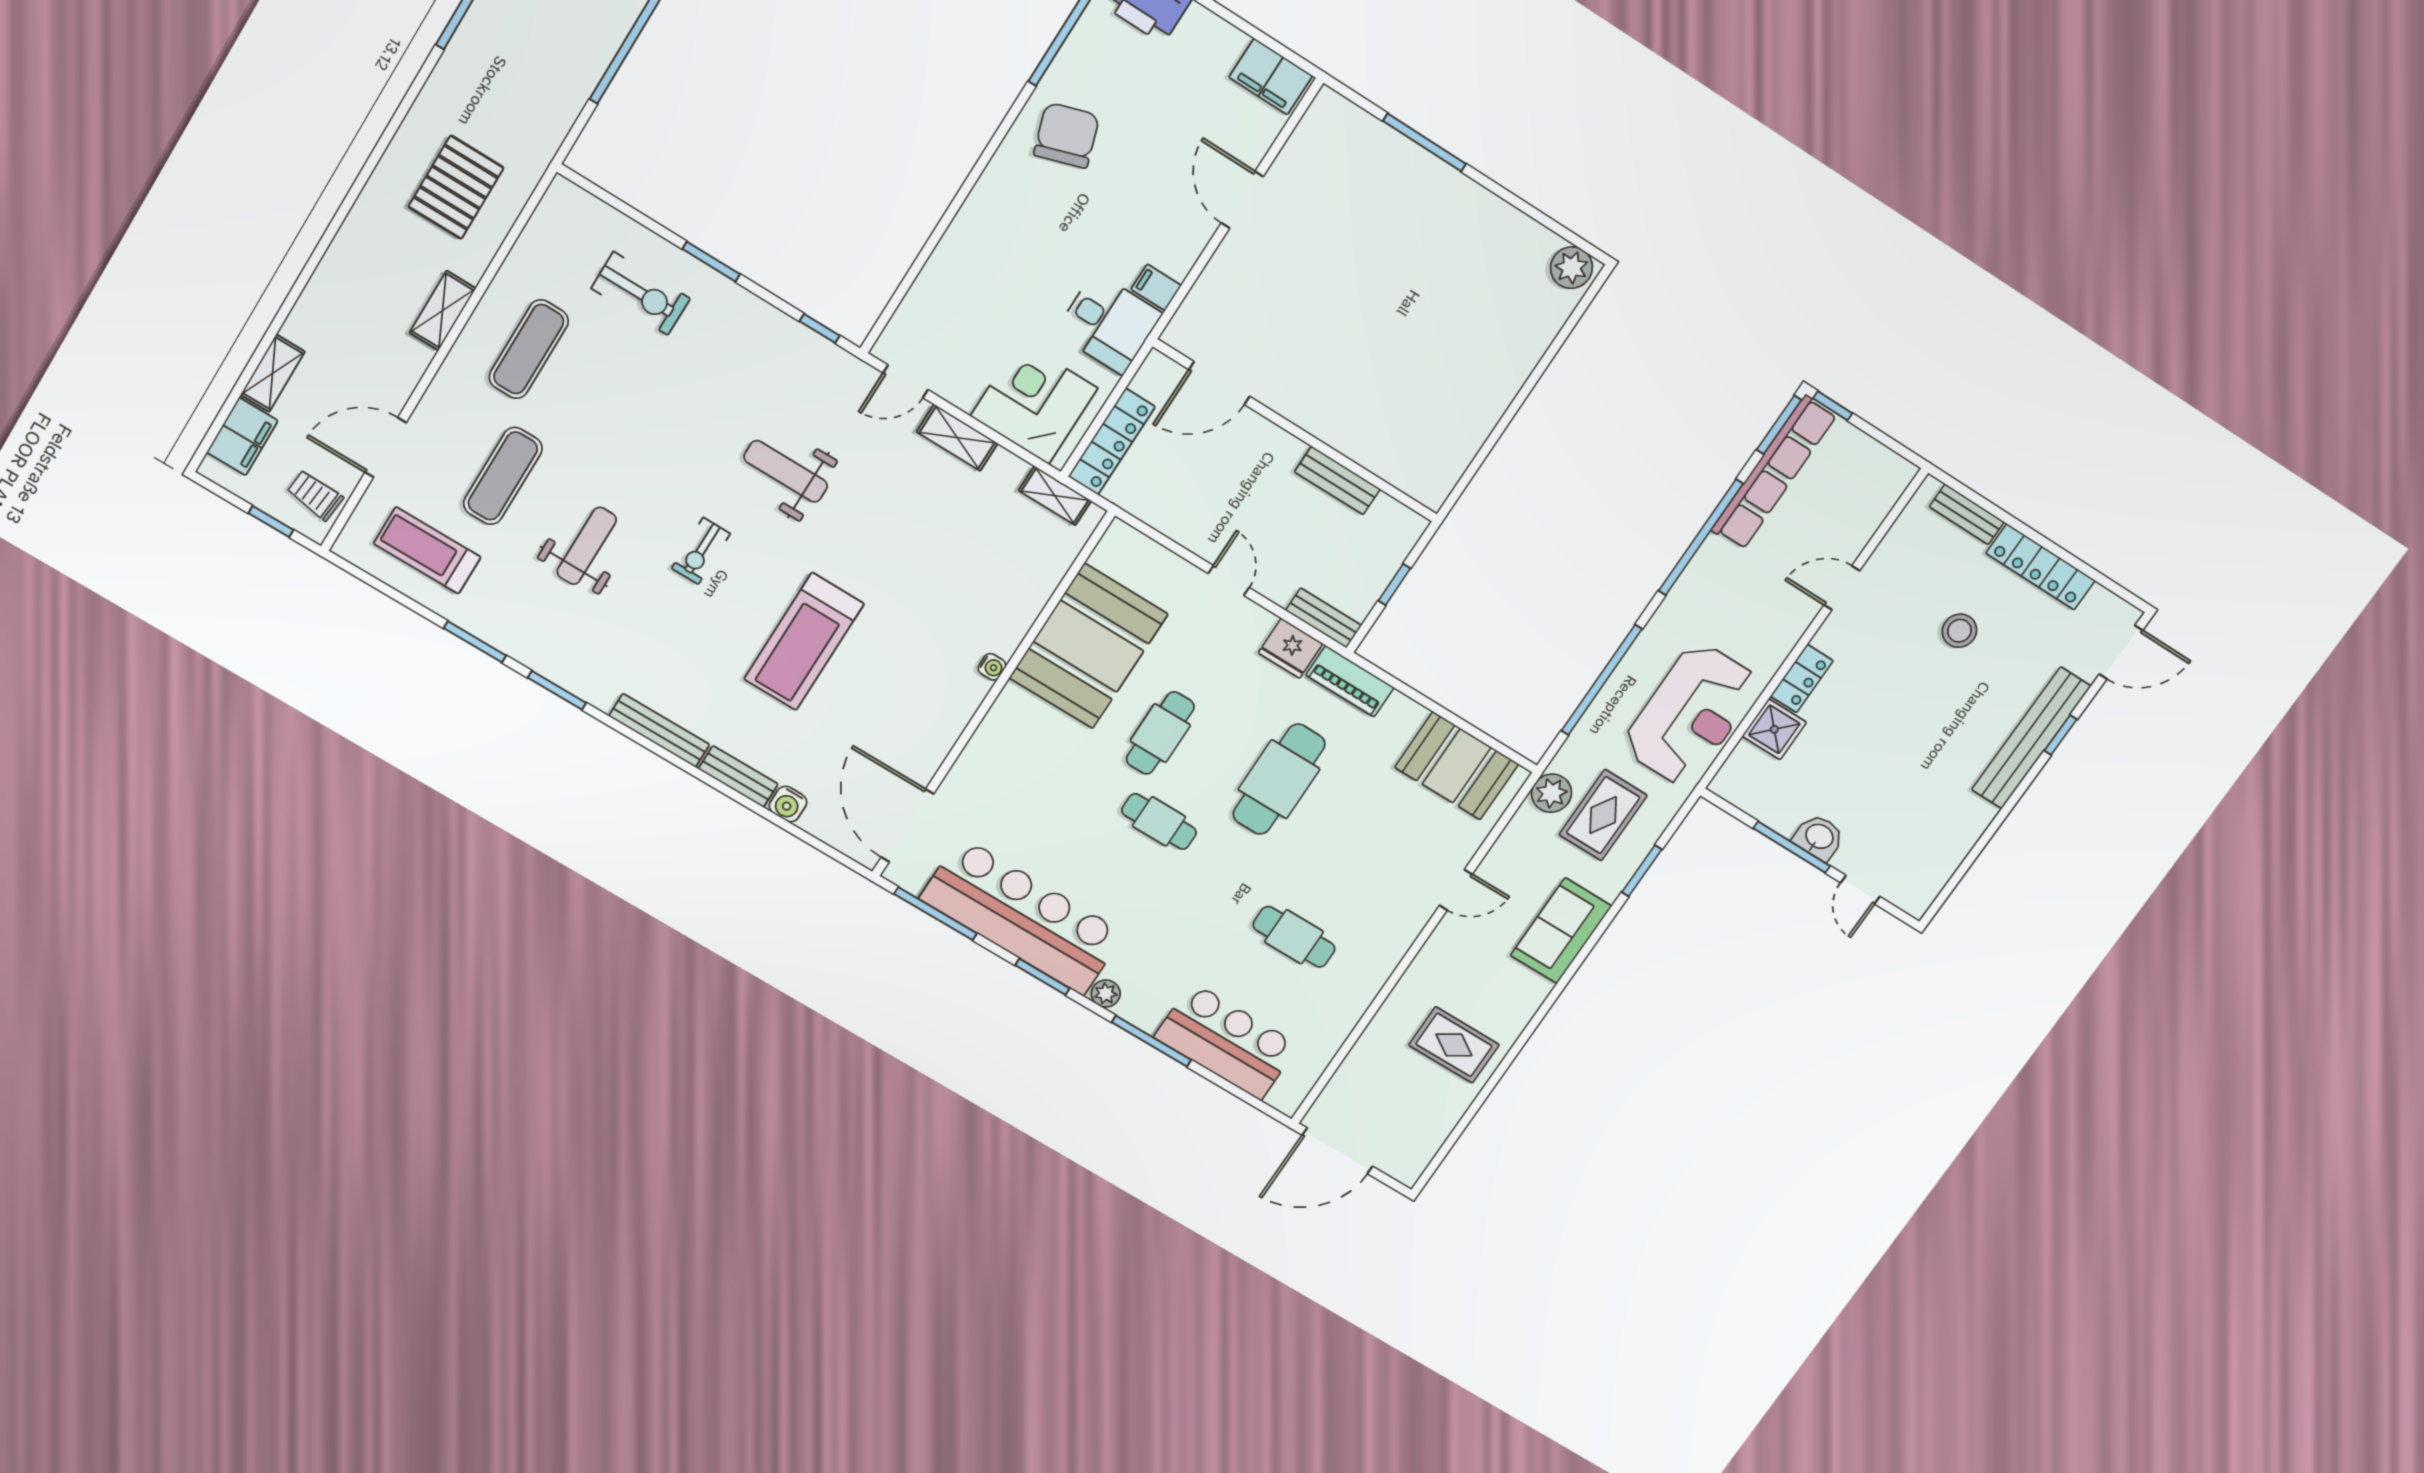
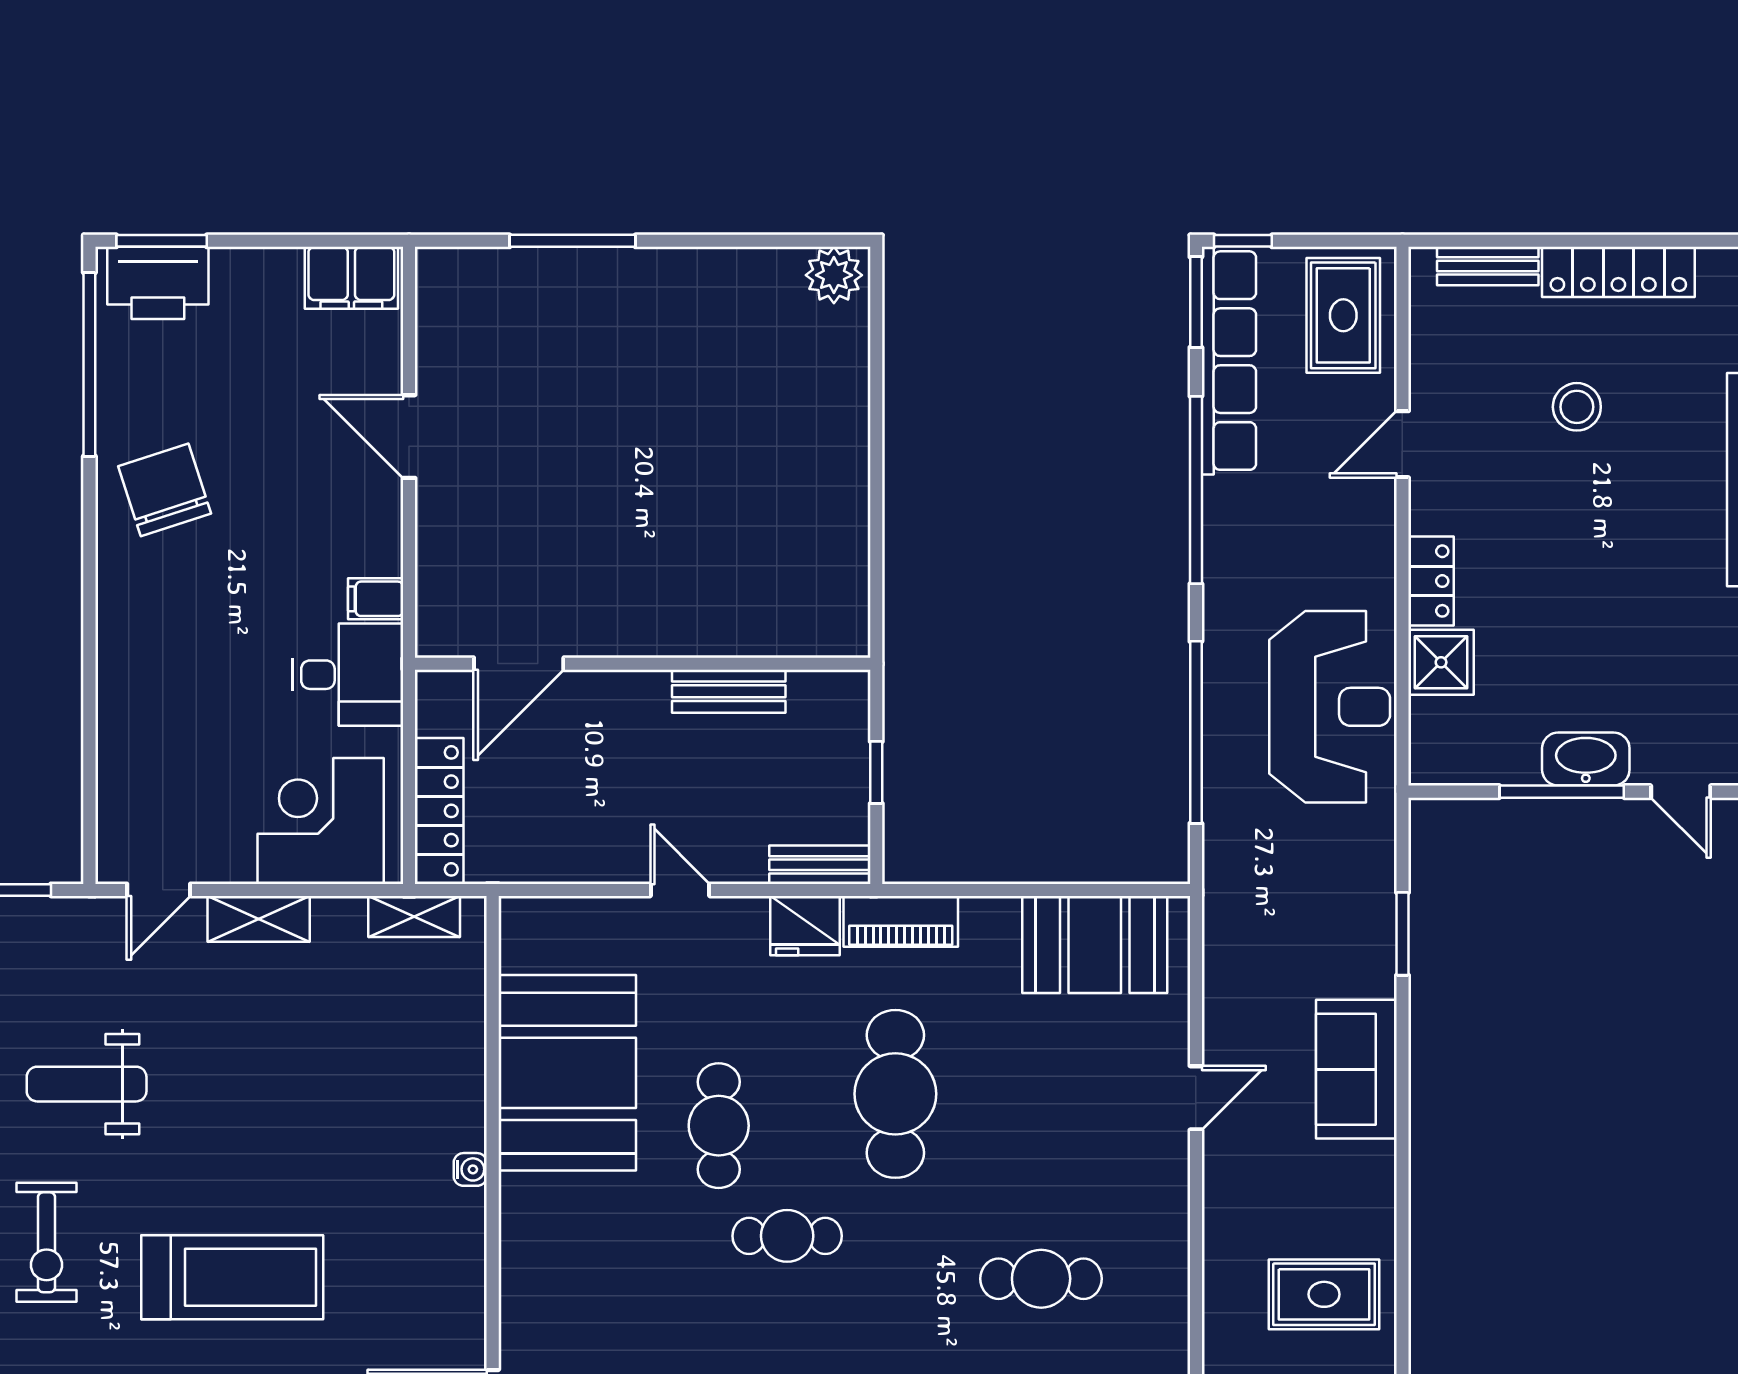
exercise bike: (701, 551) -> (46, 1242), width x1.38, depth x1.39
treadmill: (804, 642) -> (232, 1277), turned -90
plant: (1552, 793) -> (1230, 907), removed
rug: (1603, 815) -> (1343, 315), moved
washbasin: (1819, 837) -> (1586, 759), width x1.38

